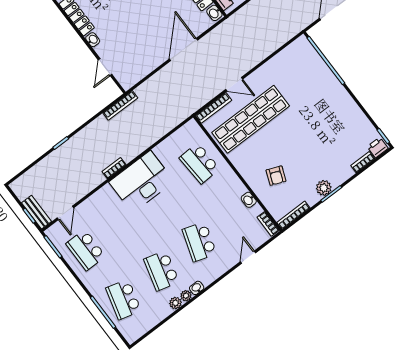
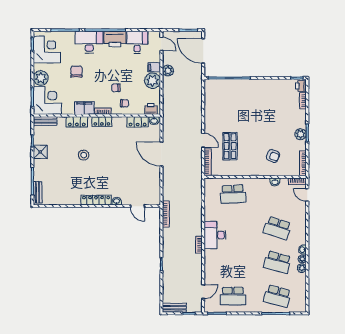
door: (234, 84) -> (203, 140), hinge flipped
shop shelf: (251, 119) -> (230, 146), width x0.50, depth x0.74
desk: (141, 182) -> (215, 235), width x0.73, depth x0.77
bench: (36, 212) -> (174, 308), moved
door: (65, 213) -> (203, 292), hinge flipped
door: (248, 257) -> (307, 195), moved

